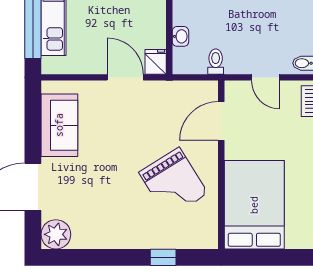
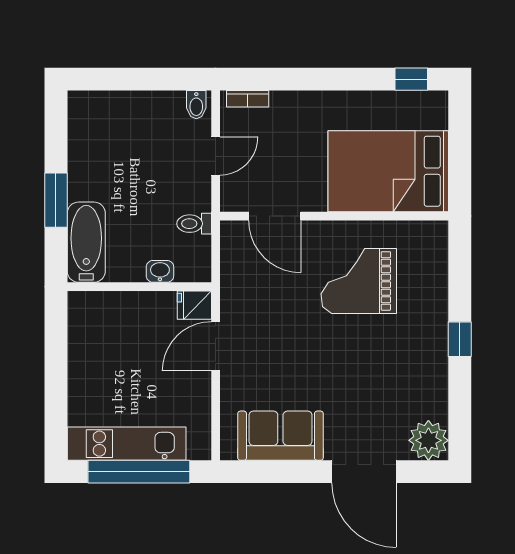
grand piano: (173, 183) -> (359, 281), turned -148
window: (163, 257) -> (460, 339), moved

